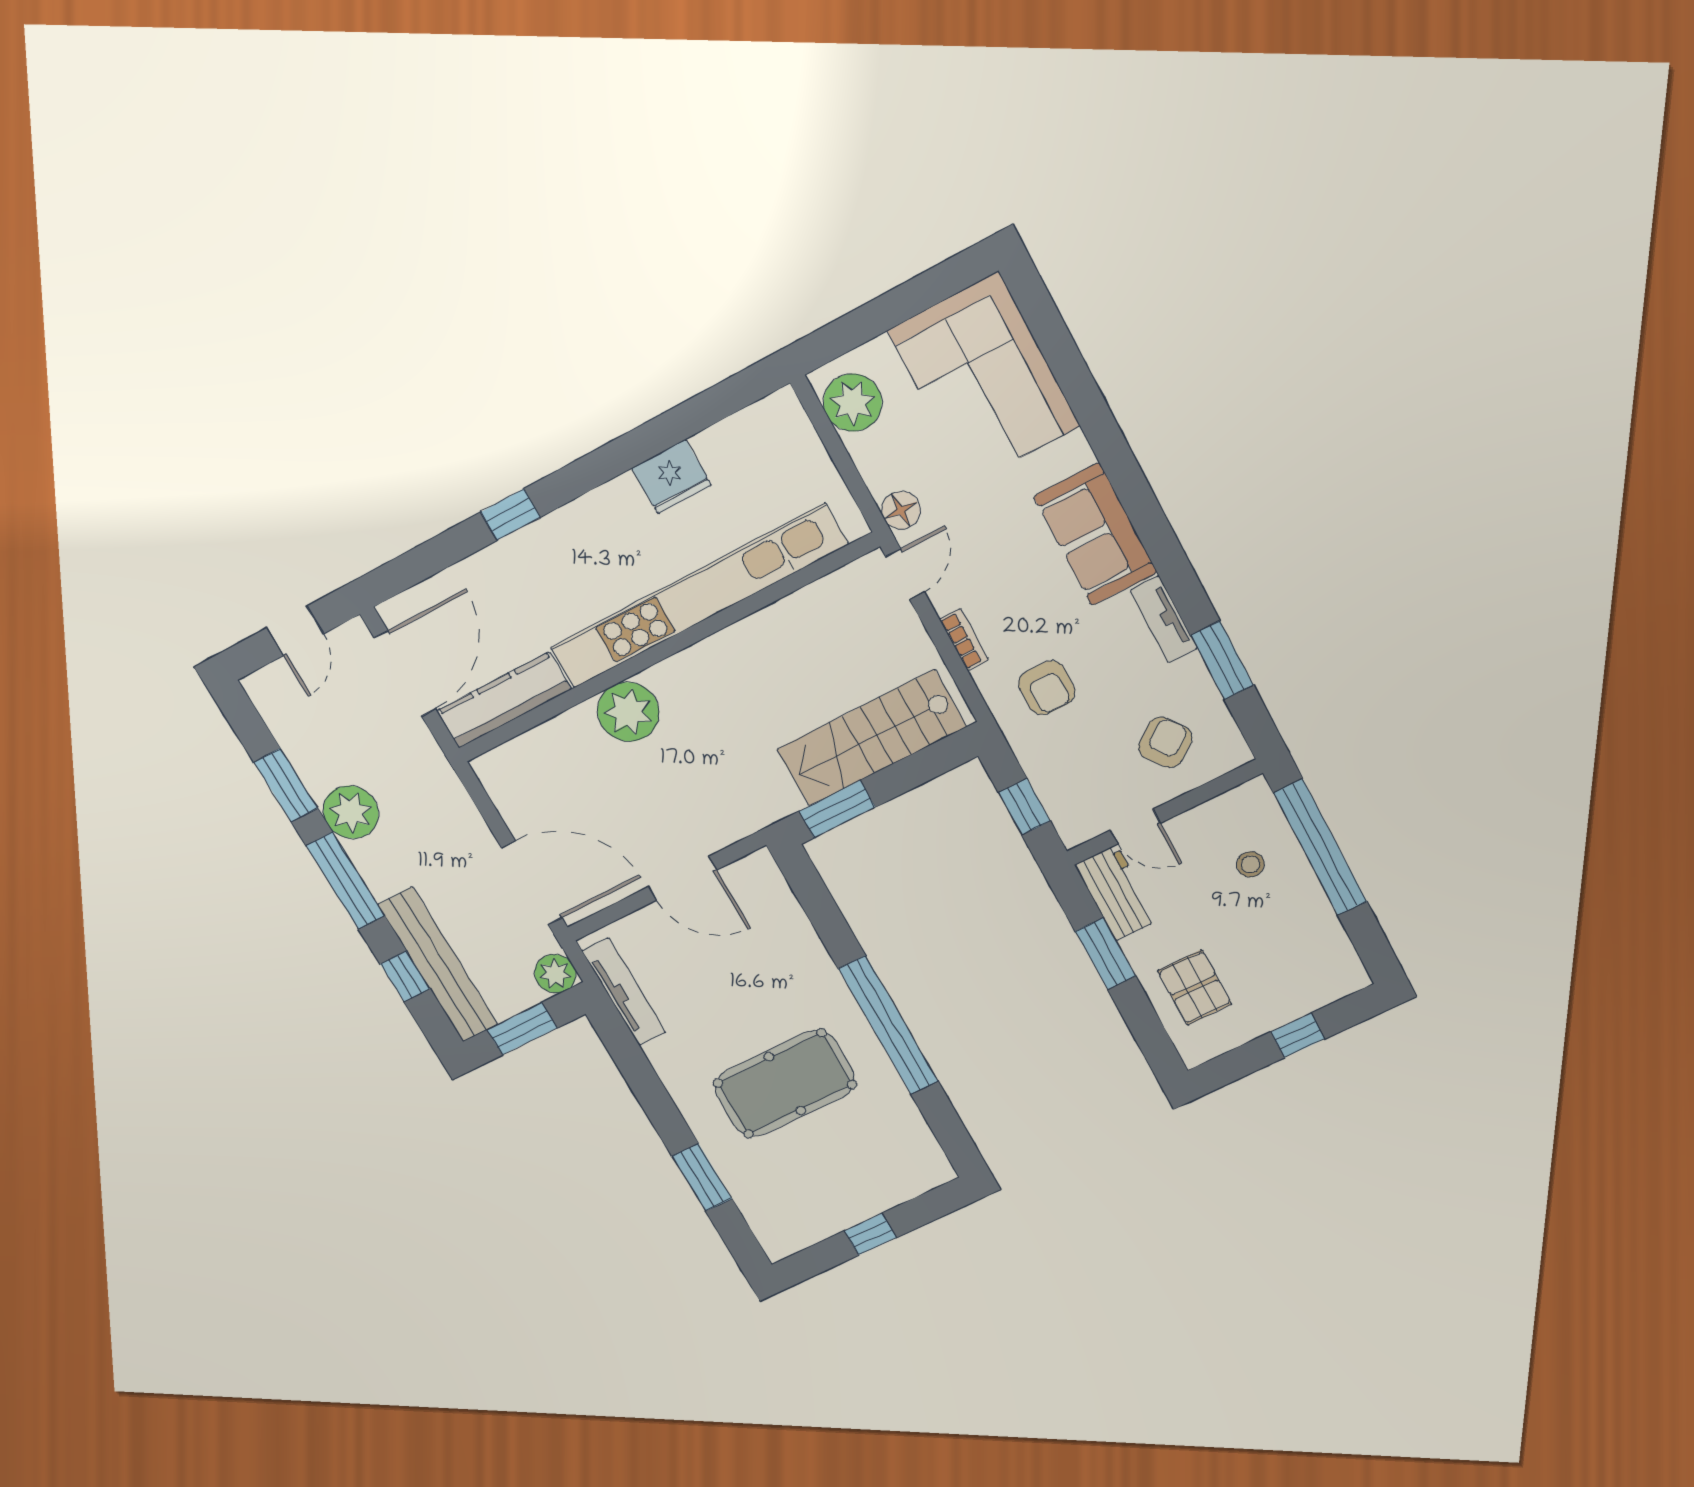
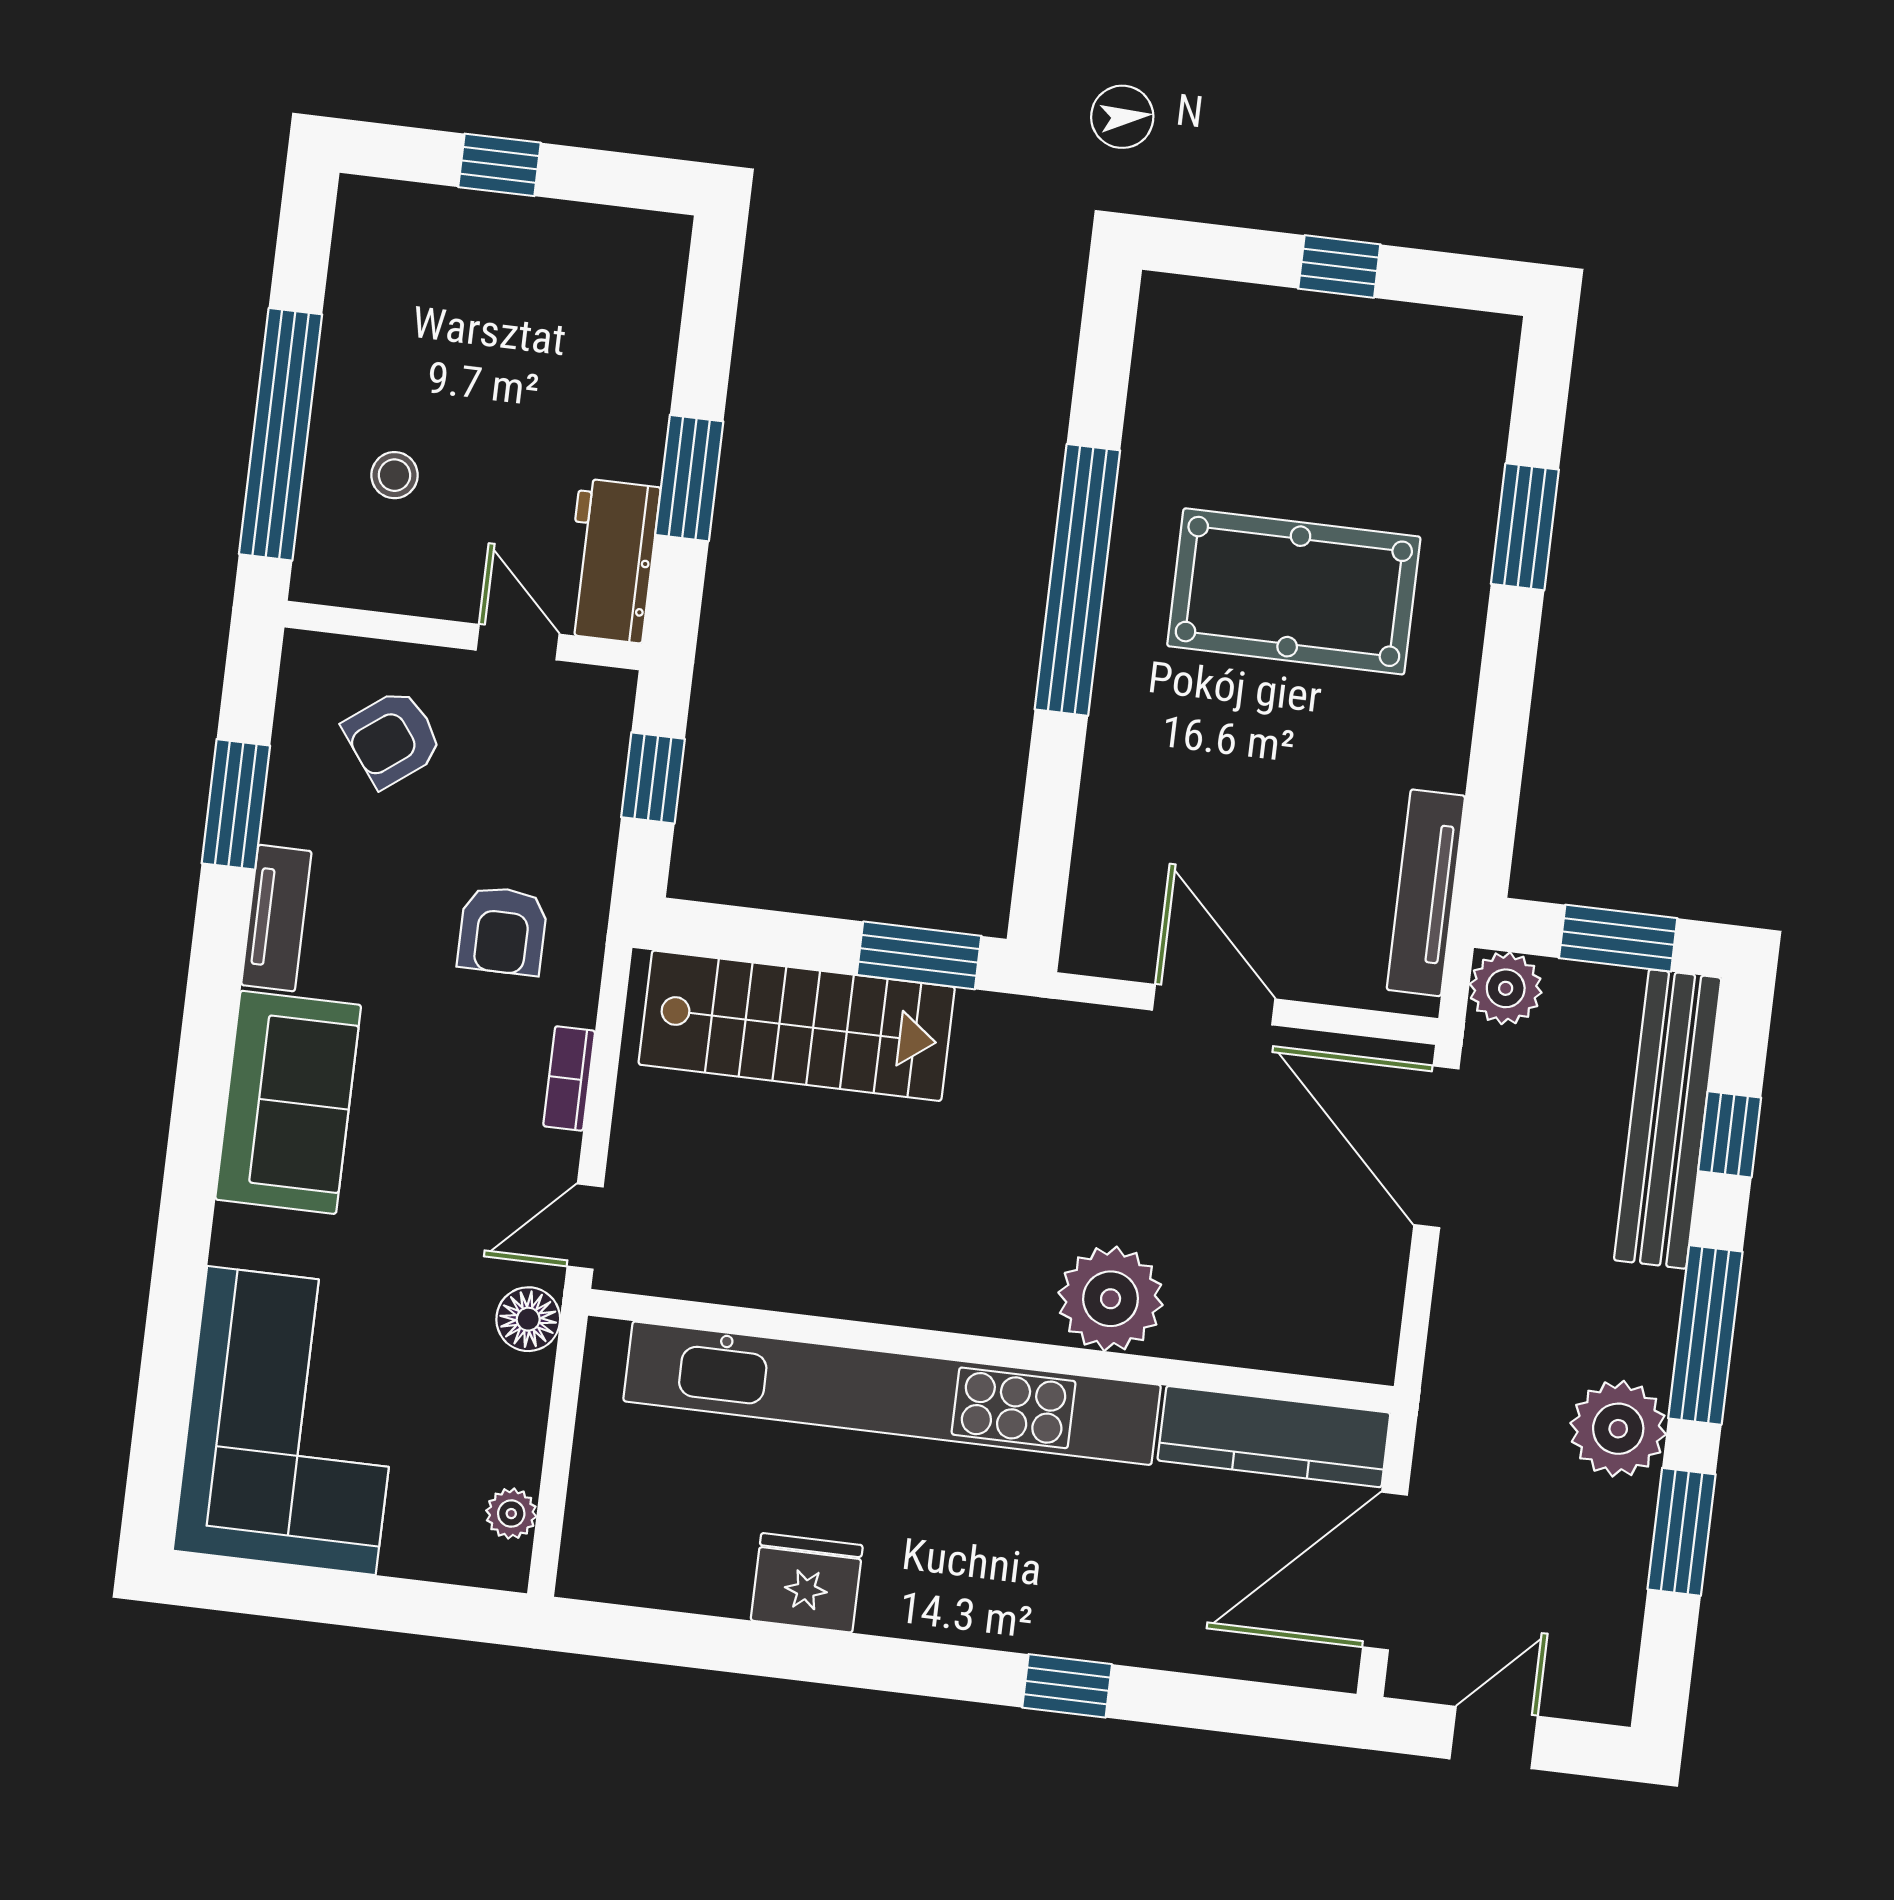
plant: (853, 403) -> (511, 1514), width x0.53, depth x0.53
armchair: (1047, 688) -> (502, 931), turned 180
pallet: (1195, 987) -> (597, 340), removed

